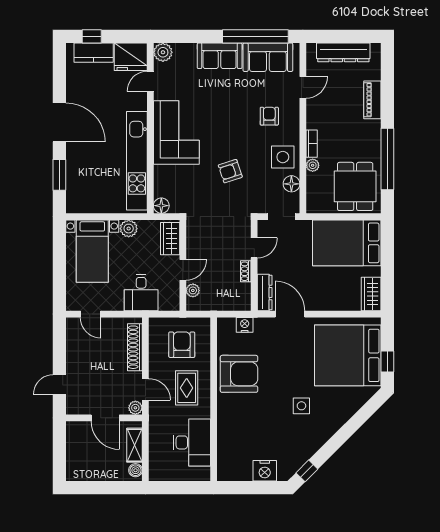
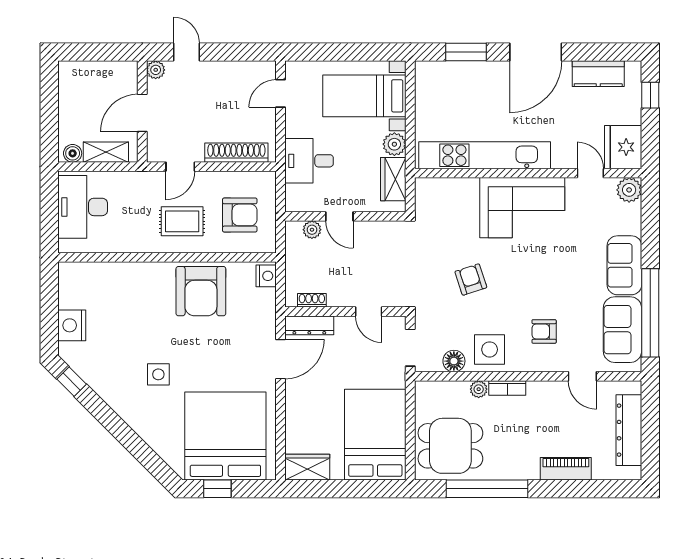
kitchen counter: (94, 53) -> (598, 74), moved, turned -90
armchair: (269, 116) -> (544, 331), turned 180
floor lamp: (161, 206) -> (425, 188), removed
wardrobe: (170, 239) -> (393, 179), moved, turned -90
shoe rack: (246, 271) -> (312, 300), moved
nightstand: (245, 325) -> (266, 276), moved
plant: (135, 408) -> (156, 70), moved
desk: (192, 442) -> (83, 207), moved, turned 90

